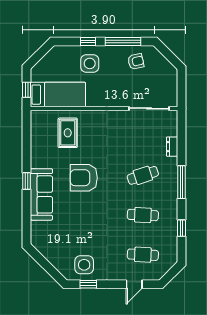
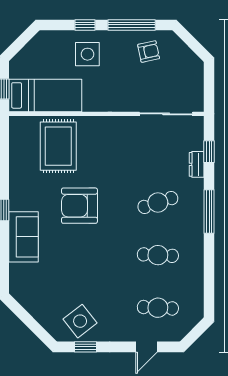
rug: (68, 133) -> (58, 146), width x1.36, depth x1.43
sofa: (41, 194) -> (23, 237), width x0.73
window: (181, 228) -> (209, 152), moved
side table: (84, 265) -> (80, 321), turned -38

